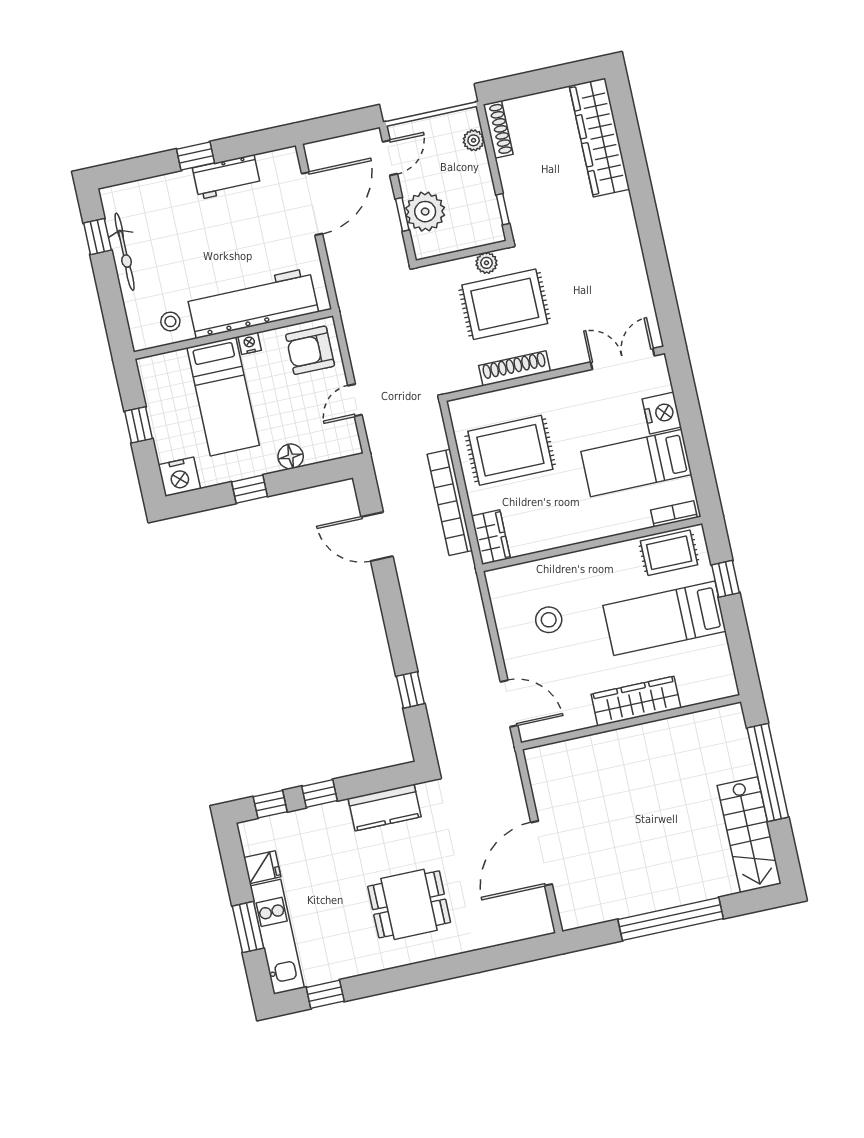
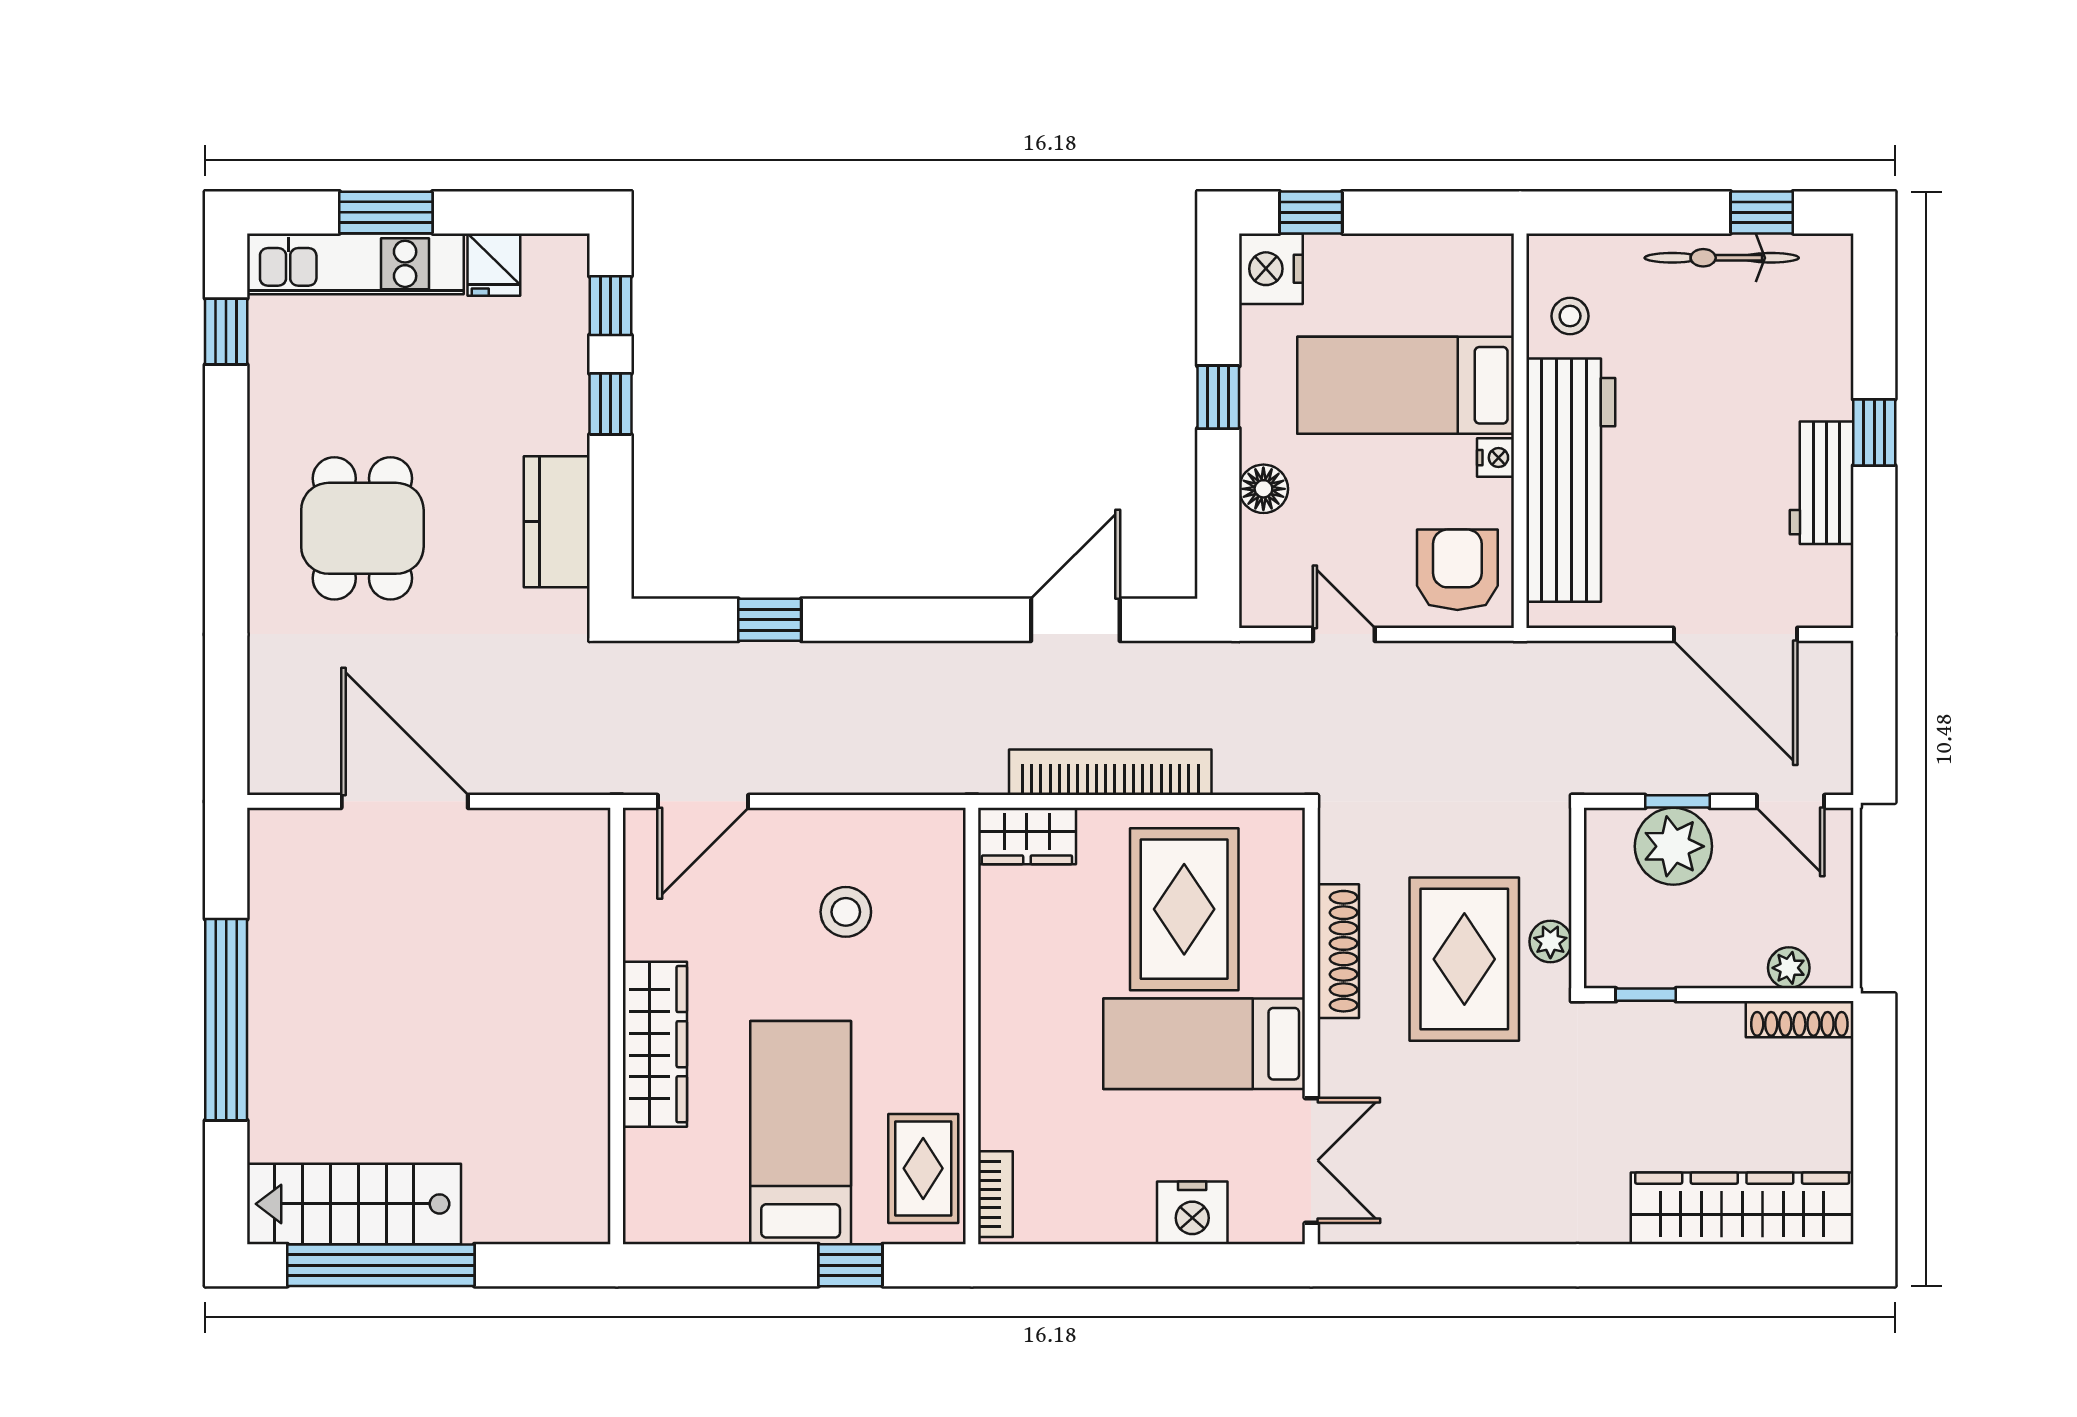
window: (138, 425) -> (1311, 212), moved
bed: (636, 463) -> (1204, 1044), moved, turned -90
window: (768, 773) -> (381, 1265), moved

